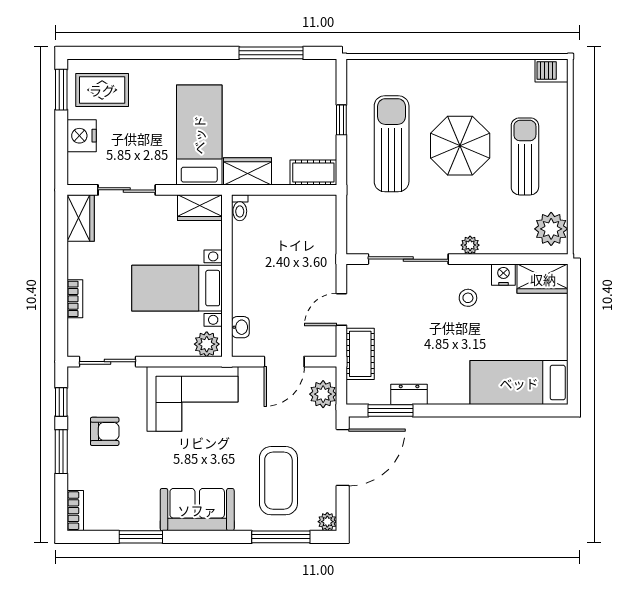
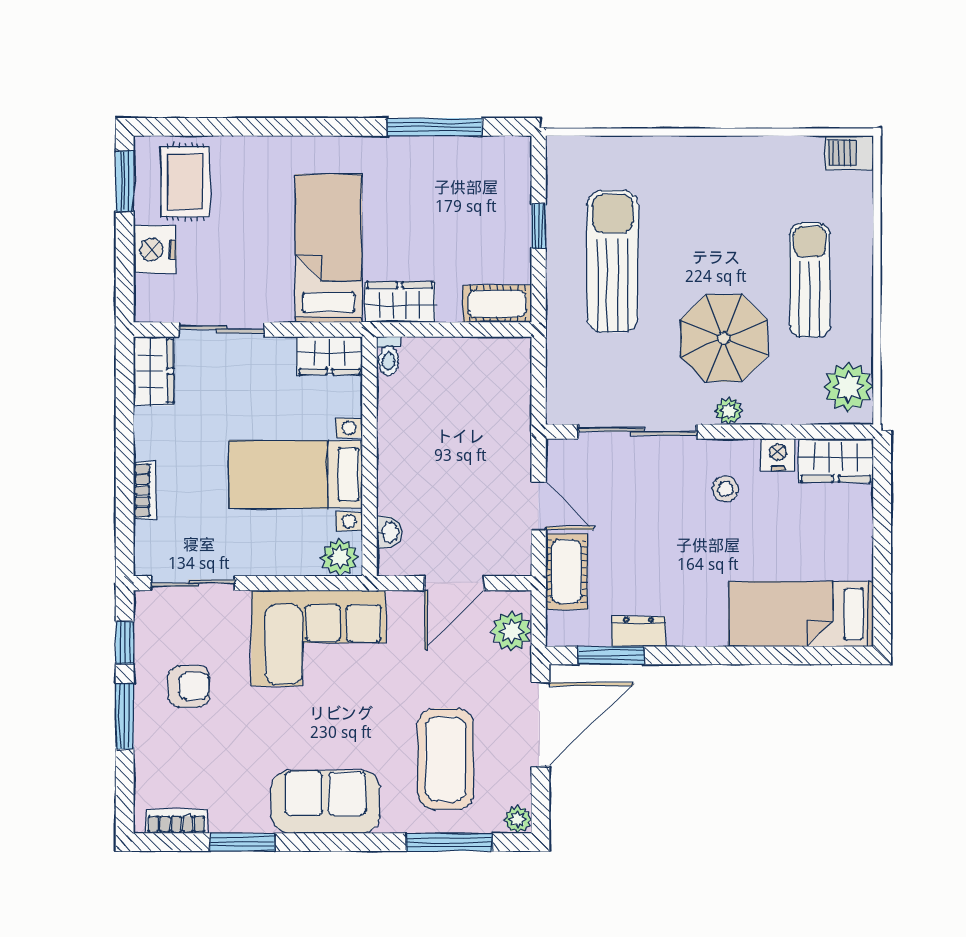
rug: (102, 90) -> (185, 182), turned 90
parasol: (460, 146) -> (724, 338), moved
door: (341, 309) -> (539, 506), swing flipped
bookcase: (75, 511) -> (176, 821), moved, turned -90

